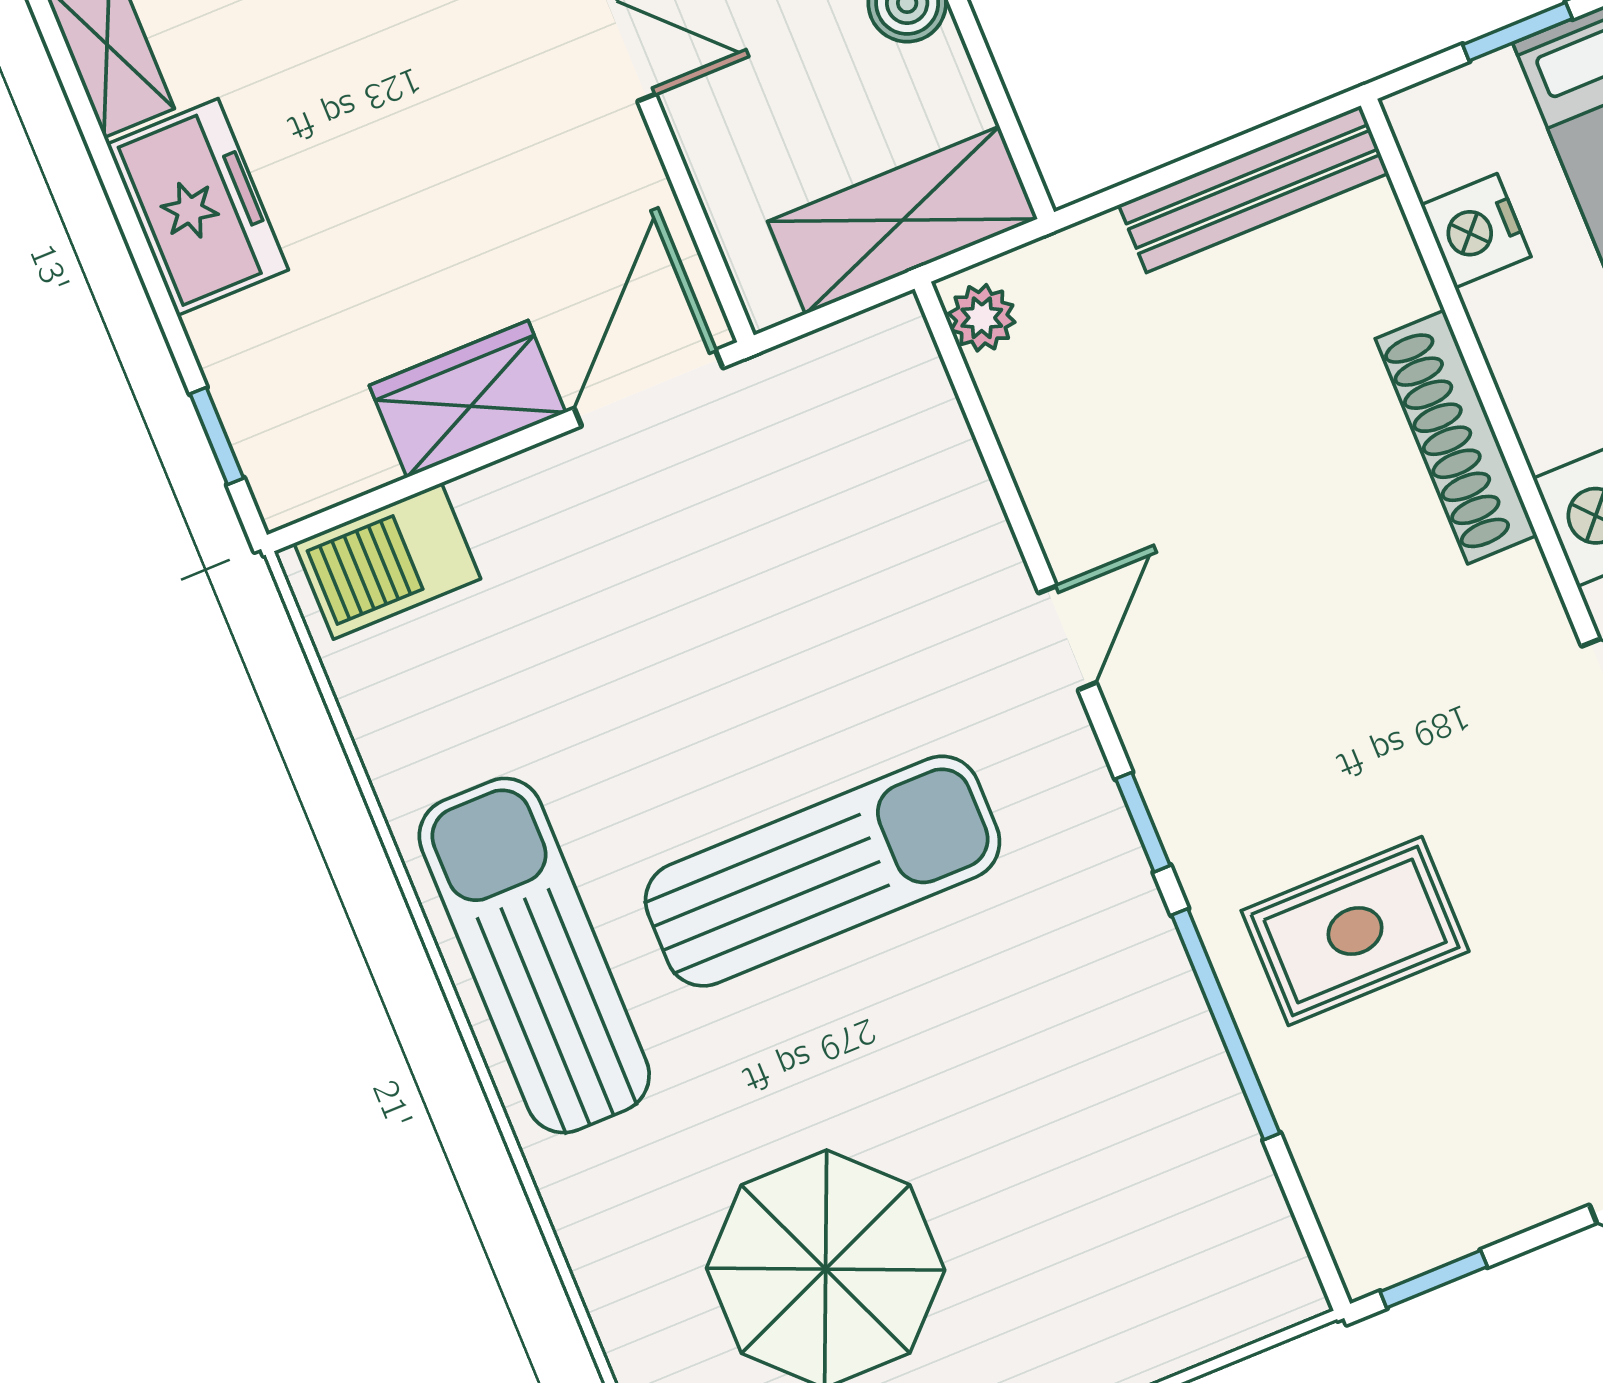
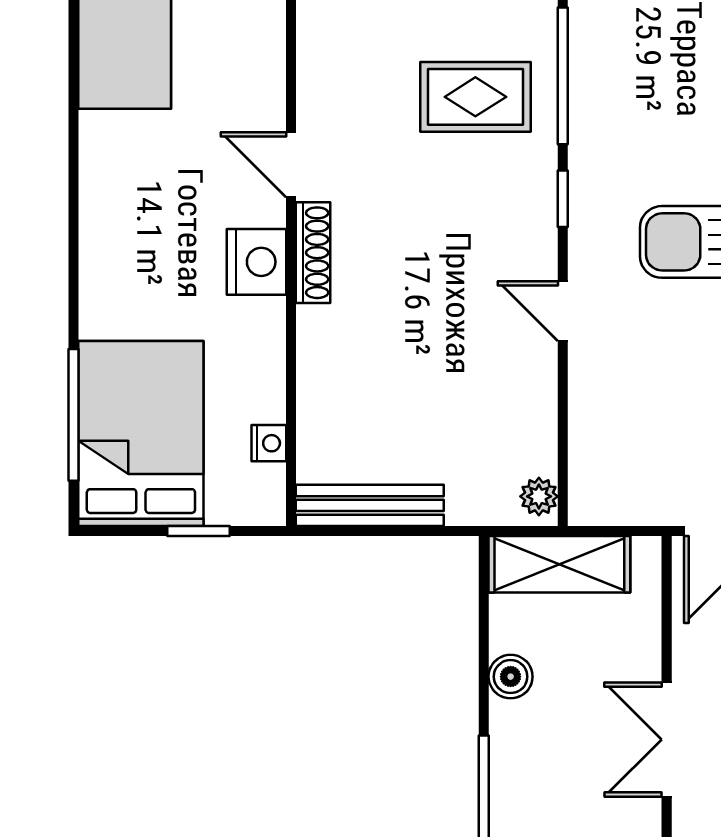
nightstand: (1476, 231) -> (269, 443), width x0.72, depth x0.74
shoe rack: (1456, 437) -> (313, 253), moved, width x0.74, depth x0.81
door: (1067, 638) -> (563, 311), hinge flipped

